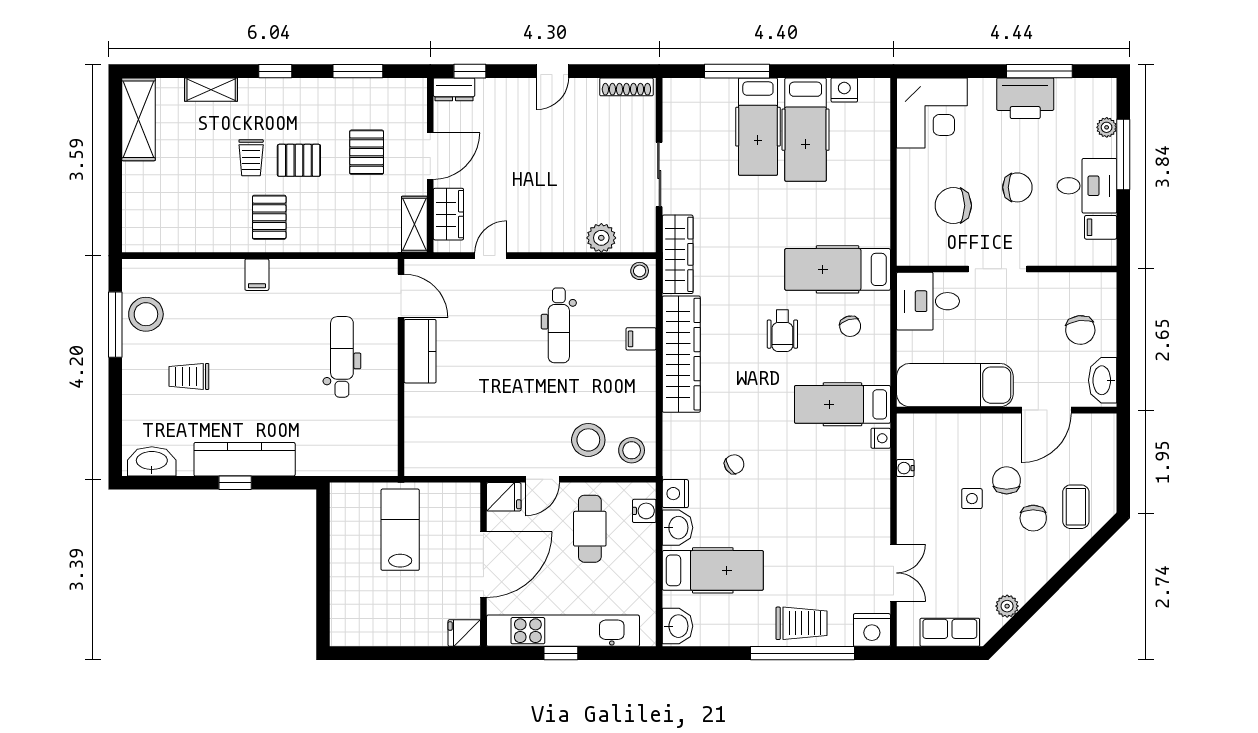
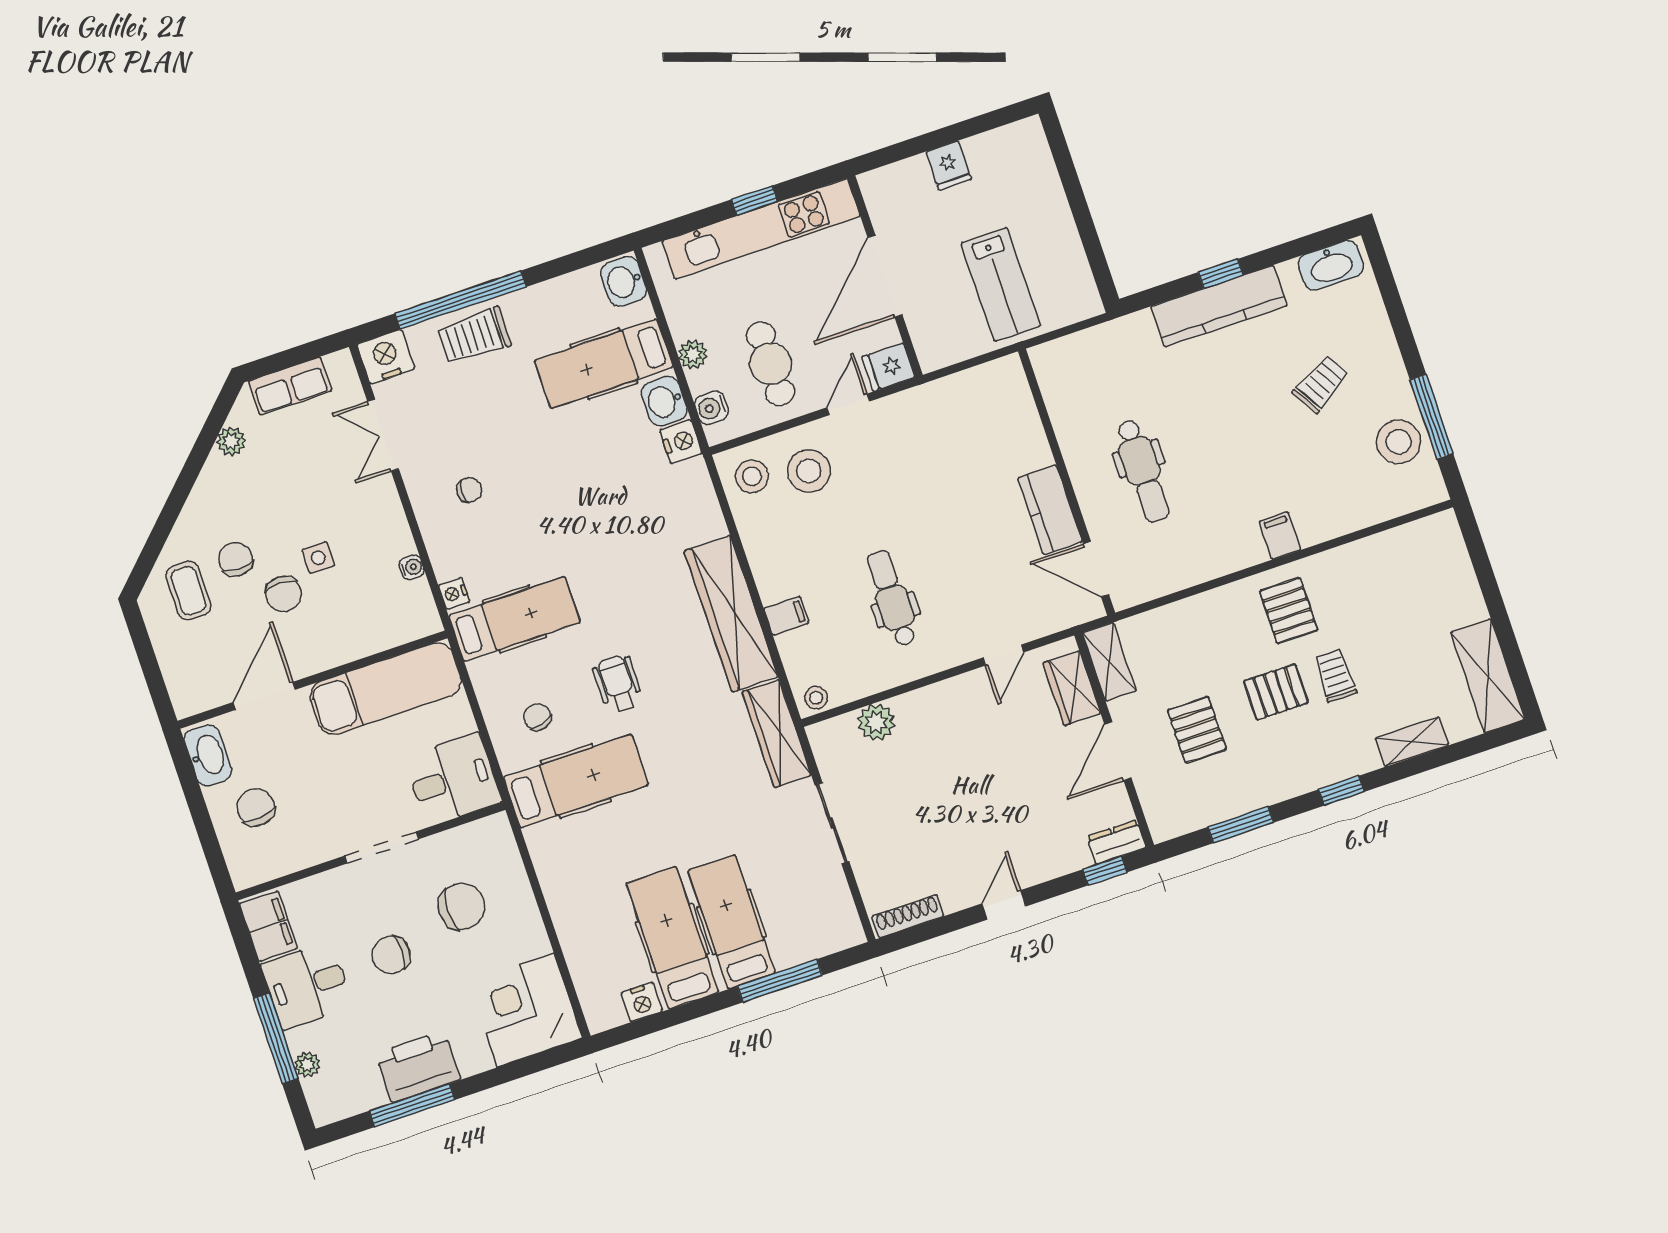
filing cabinet: (1101, 227) -> (268, 926), width x2.00
trolley: (189, 376) -> (1321, 384), turned -31
chair: (734, 464) -> (469, 490), moved, turned -147
plant: (645, 555) -> (693, 354), added
fridge: (464, 633) -> (949, 166), moved, turned 90

